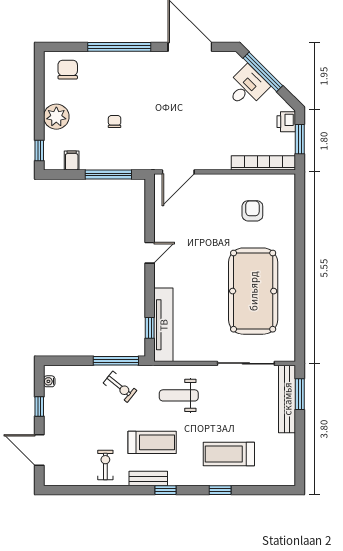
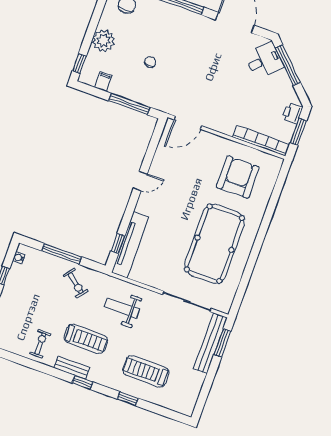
desk: (247, 87) -> (264, 61), moved
armchair: (252, 211) -> (238, 177), width x1.88, depth x1.88
window: (116, 361) -> (61, 254), moved

